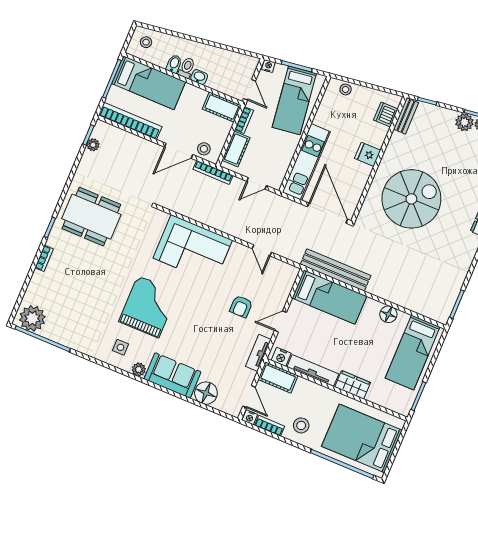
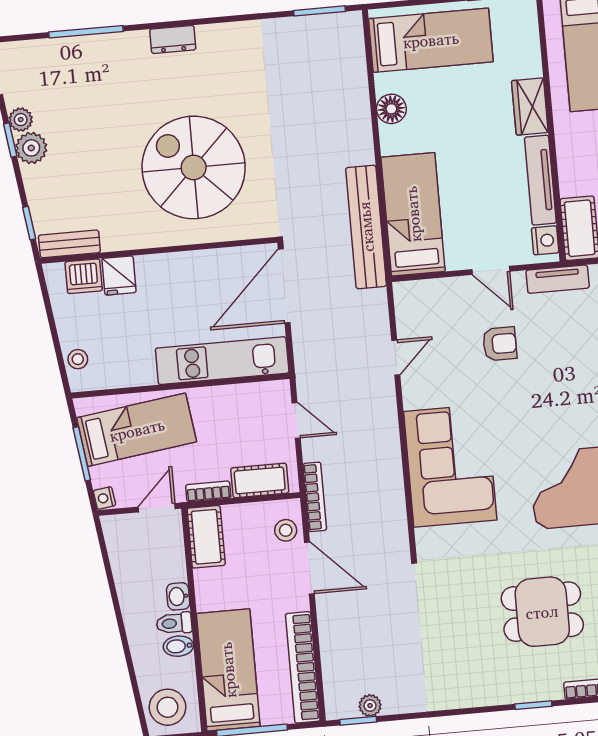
stool: (146, 42) -> (168, 707), width x1.89, depth x1.89
fridge: (368, 154) -> (119, 275), moved
dining table: (91, 217) -> (542, 612), moved, width x0.73

